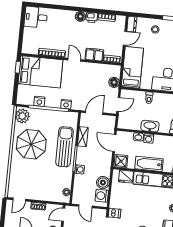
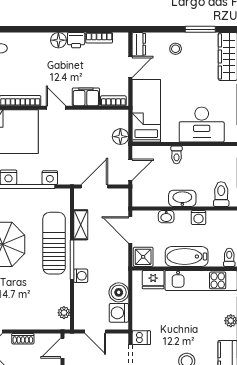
washing machine: (149, 138) -> (199, 218), moved

